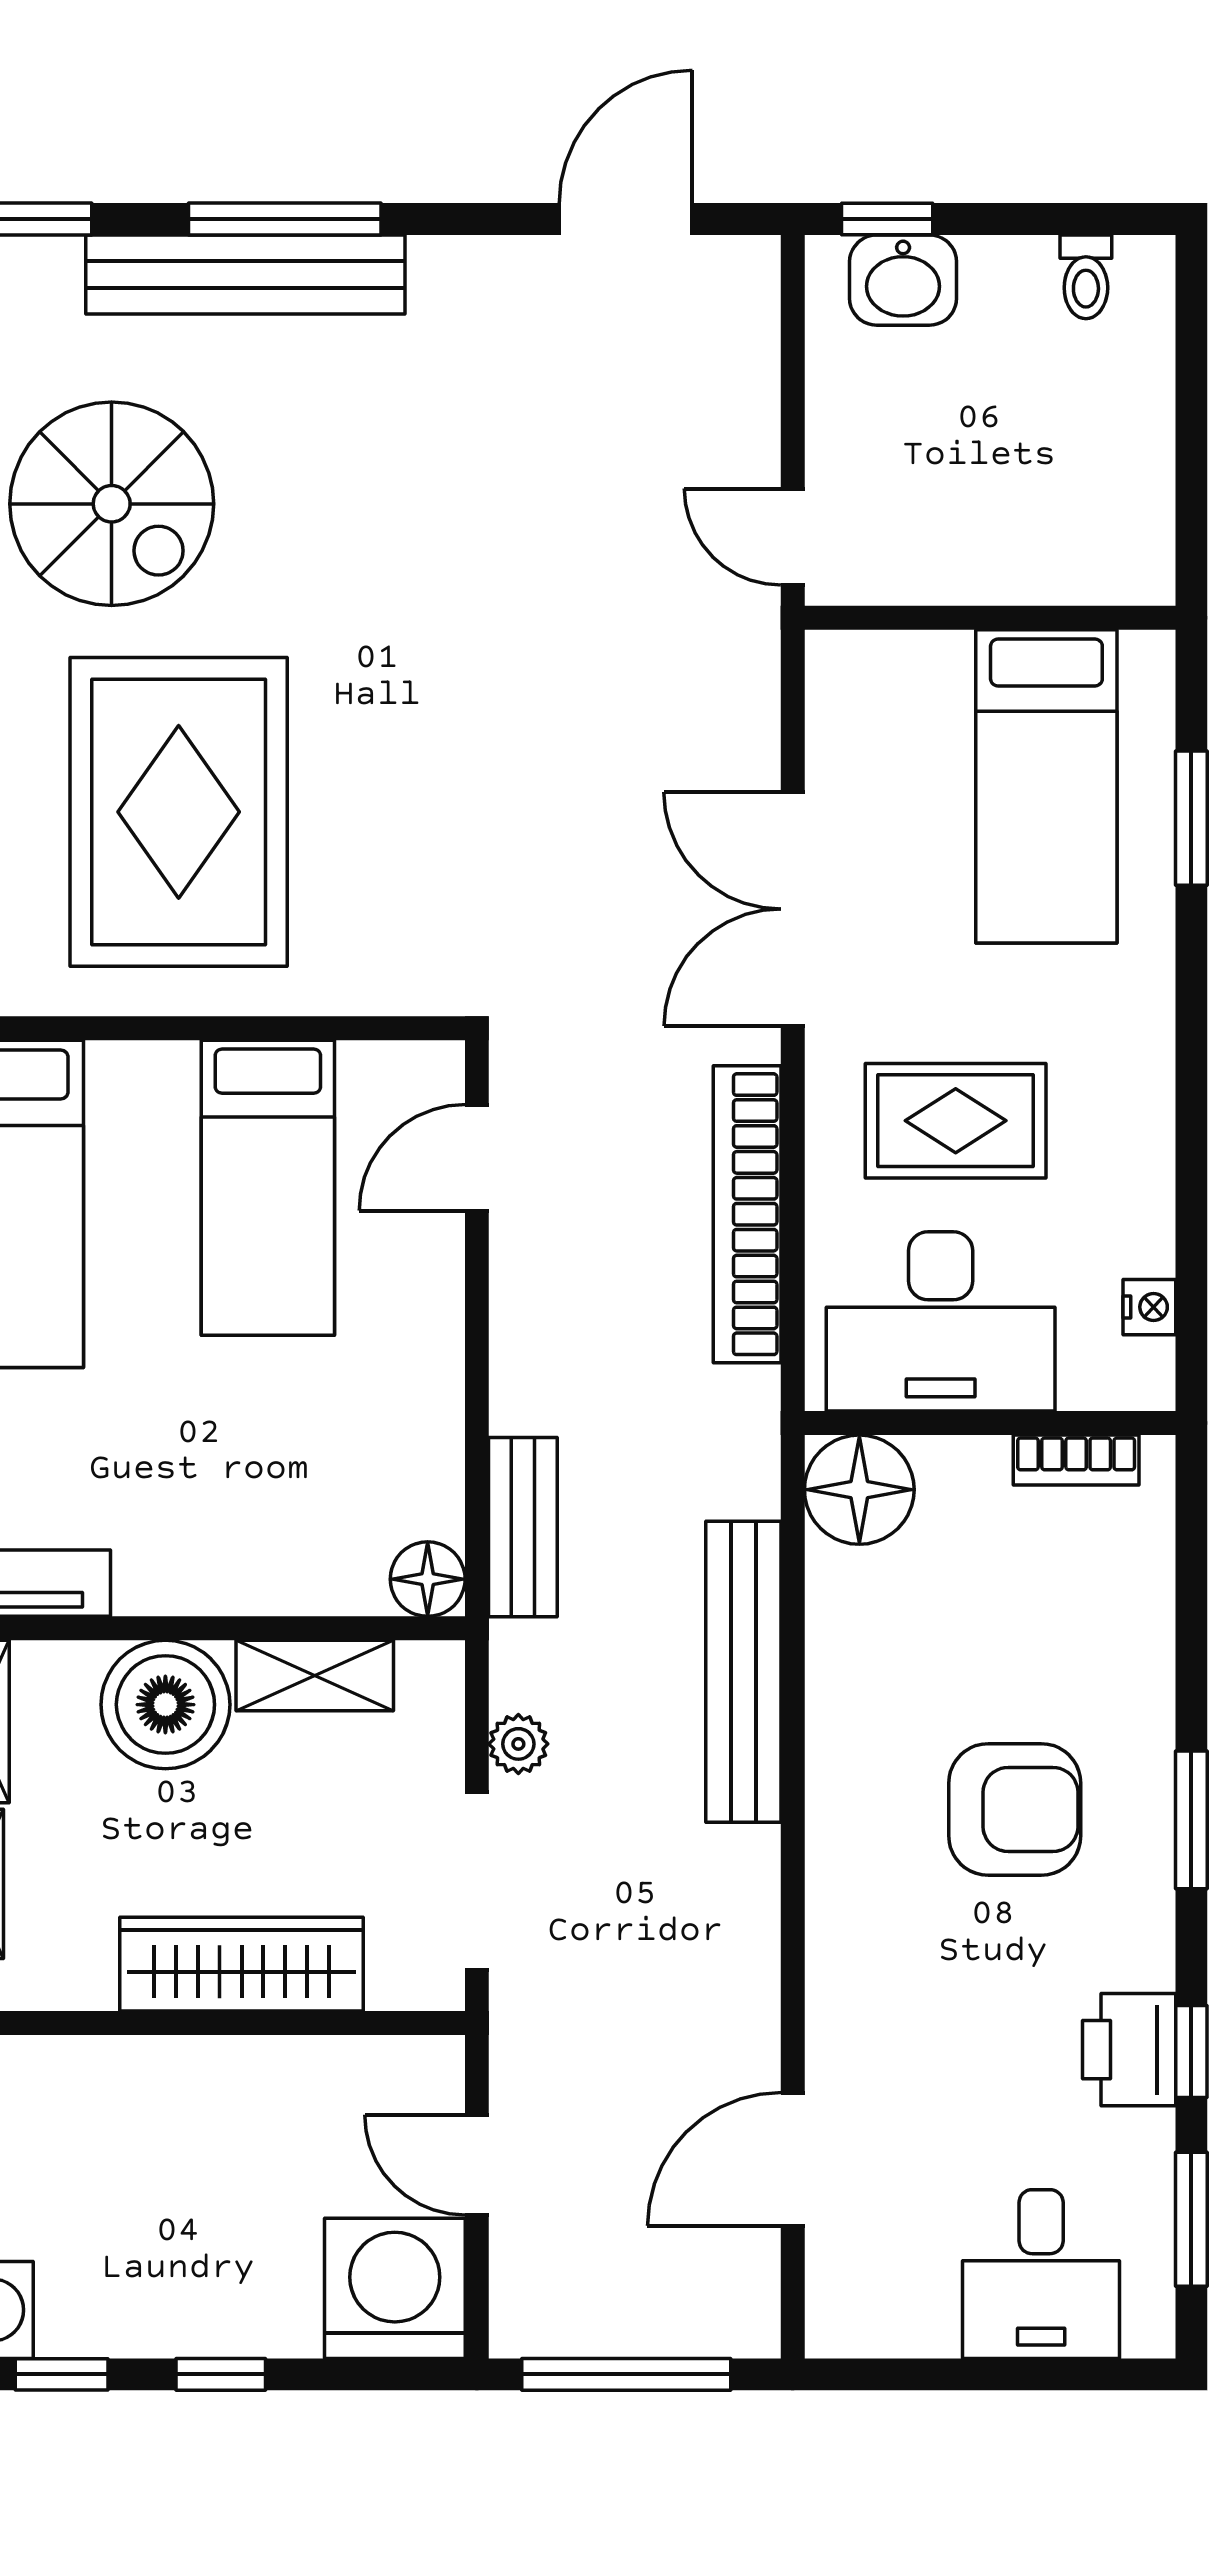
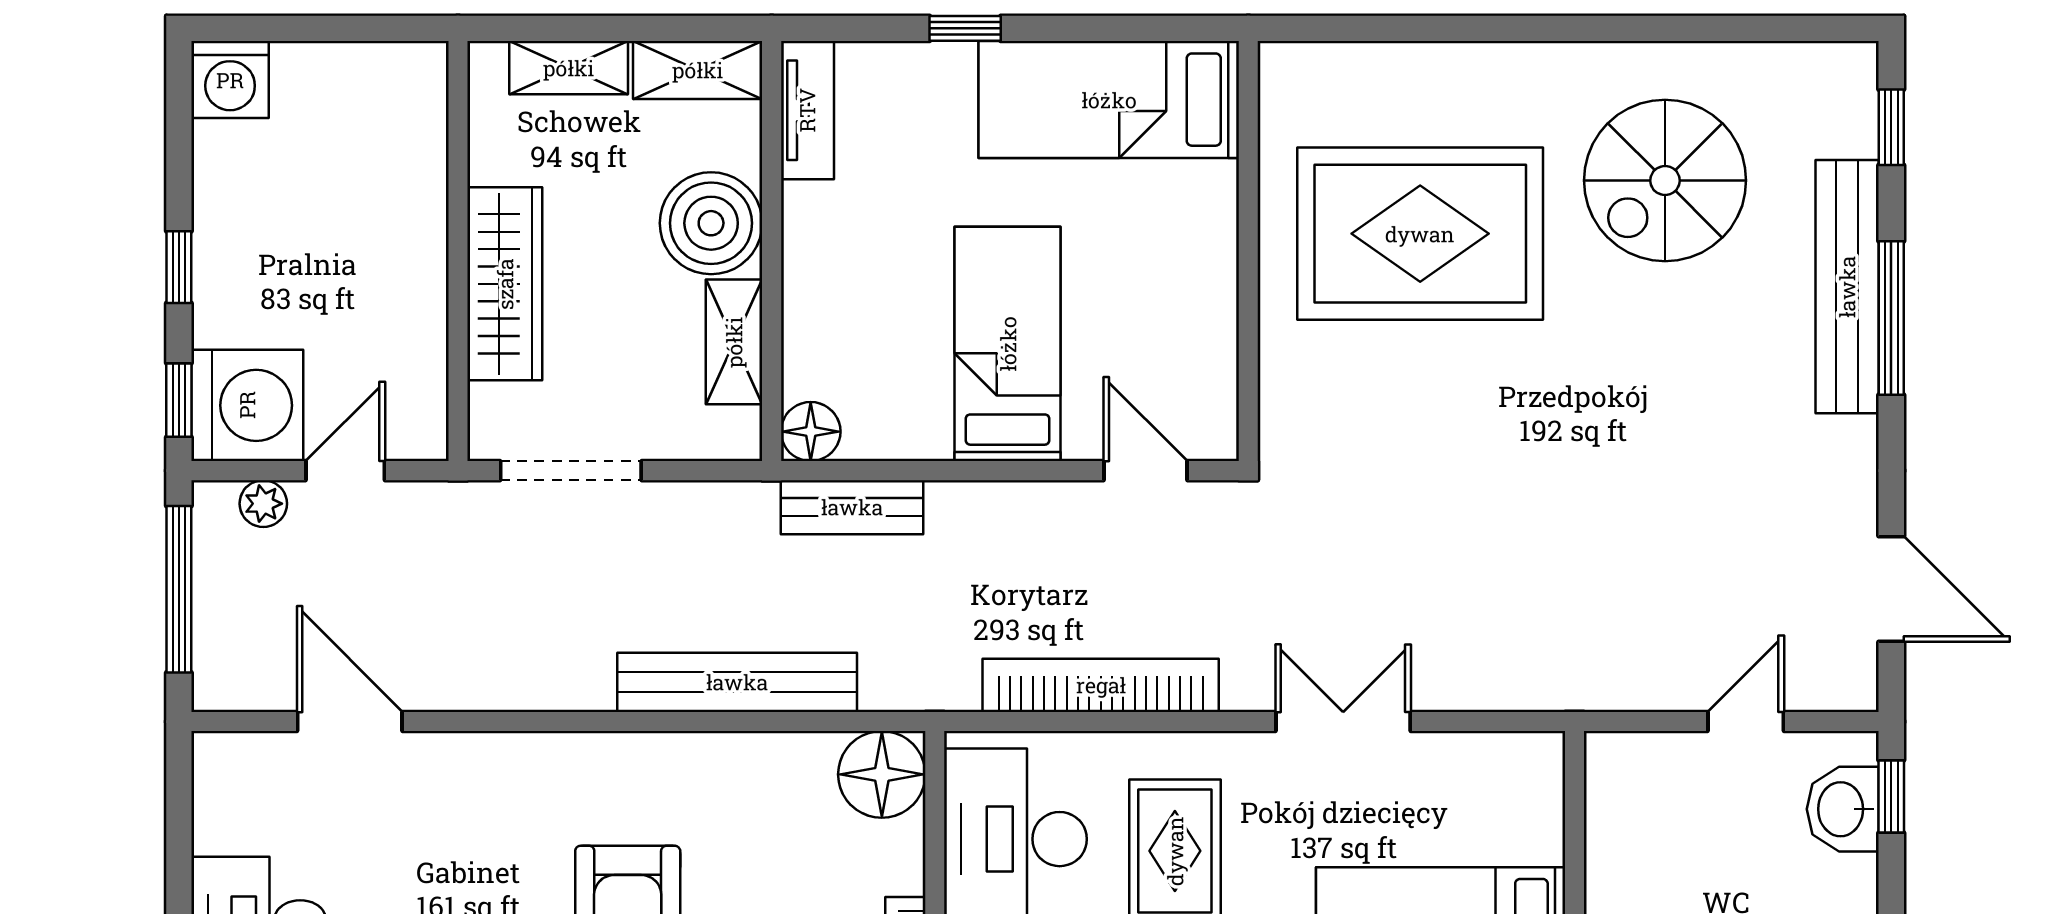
door: (793, 537) -> (1746, 722), moved
double door: (793, 909) -> (1343, 722), width x0.73
bed: (268, 1188) -> (1008, 344), moved, turned 90
plant: (518, 1744) -> (263, 504), moved
window: (62, 2374) -> (179, 400), moved

